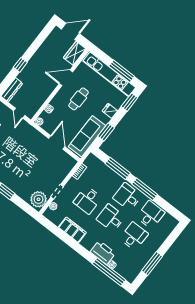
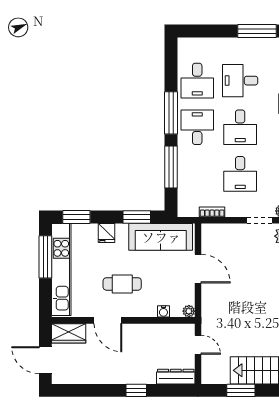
door: (19, 113) -> (198, 345), hinge flipped
door: (57, 143) -> (198, 269), swing flipped
desk: (127, 197) -> (197, 127), turned 180
desk: (88, 200) -> (240, 174), turned 90
desk: (151, 215) -> (197, 81), turned -90

